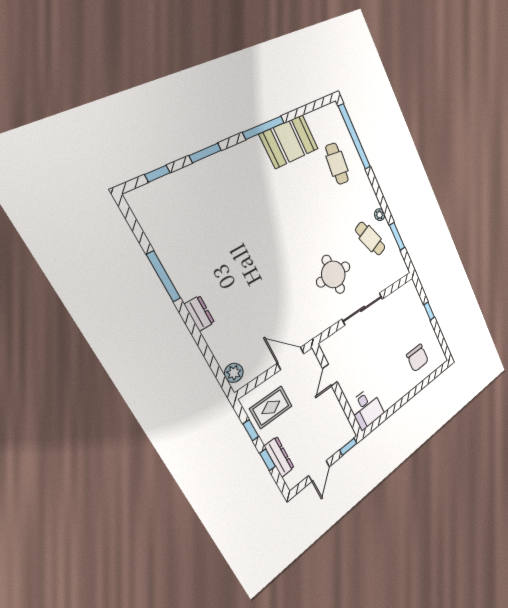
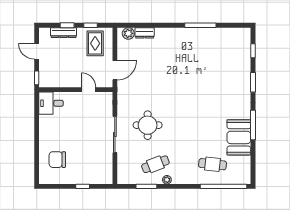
dresser: (199, 313) -> (145, 33), moved

